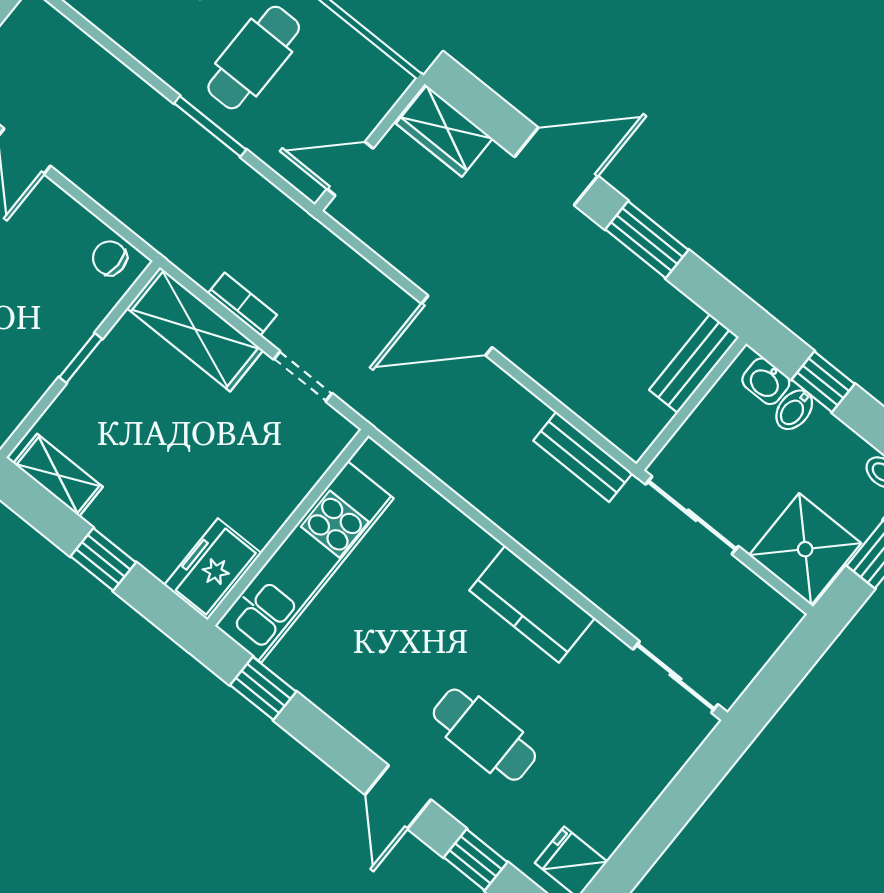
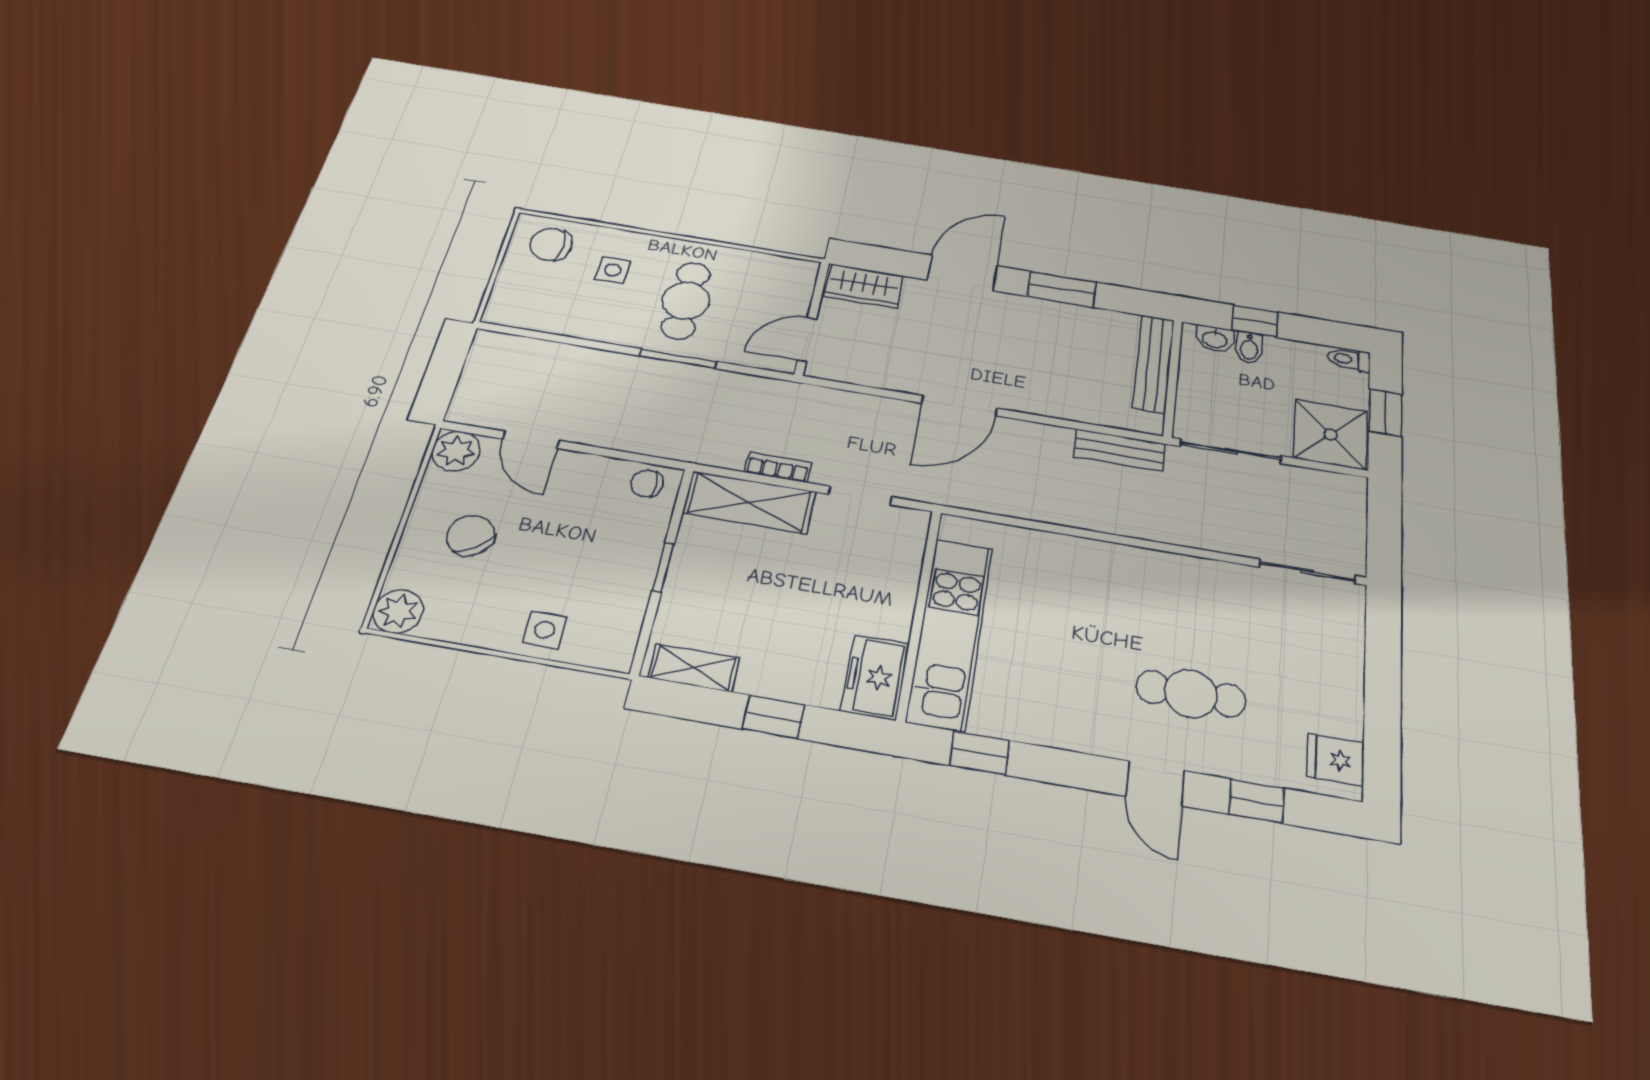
bench: (694, 364) -> (1153, 364), width x1.36
kitchen counter: (532, 604) -> (1157, 574), removed

